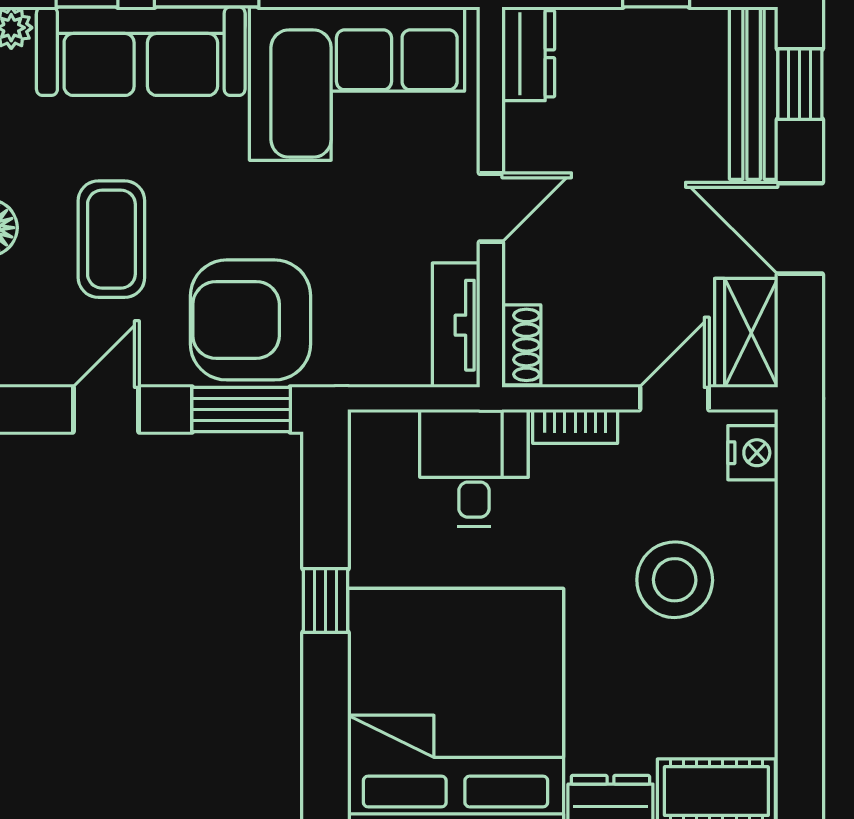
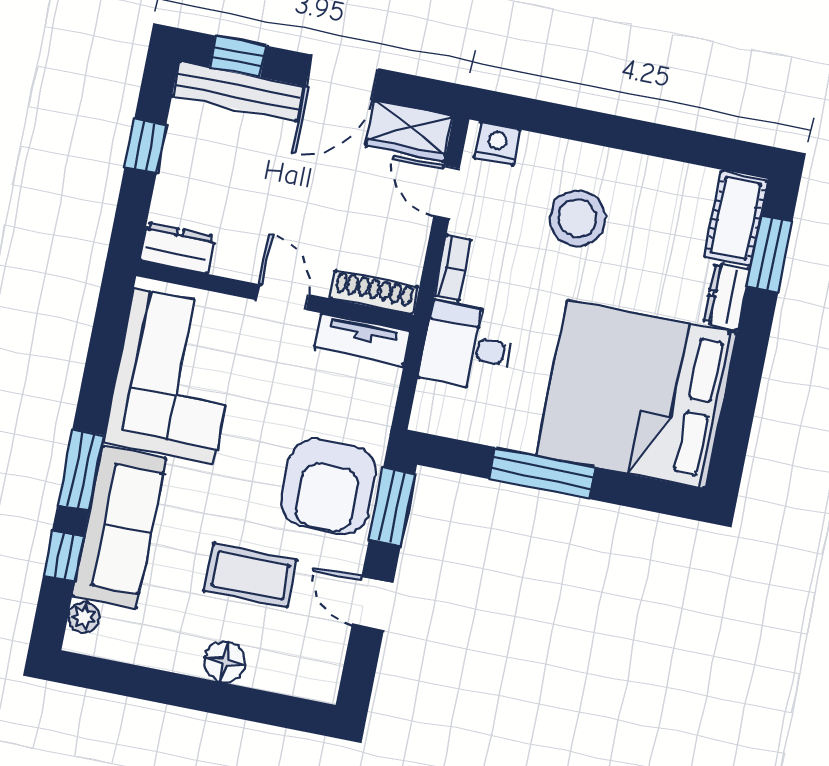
shoe rack: (521, 345) -> (373, 292), width x1.43
window: (325, 600) -> (542, 473), width x2.17

